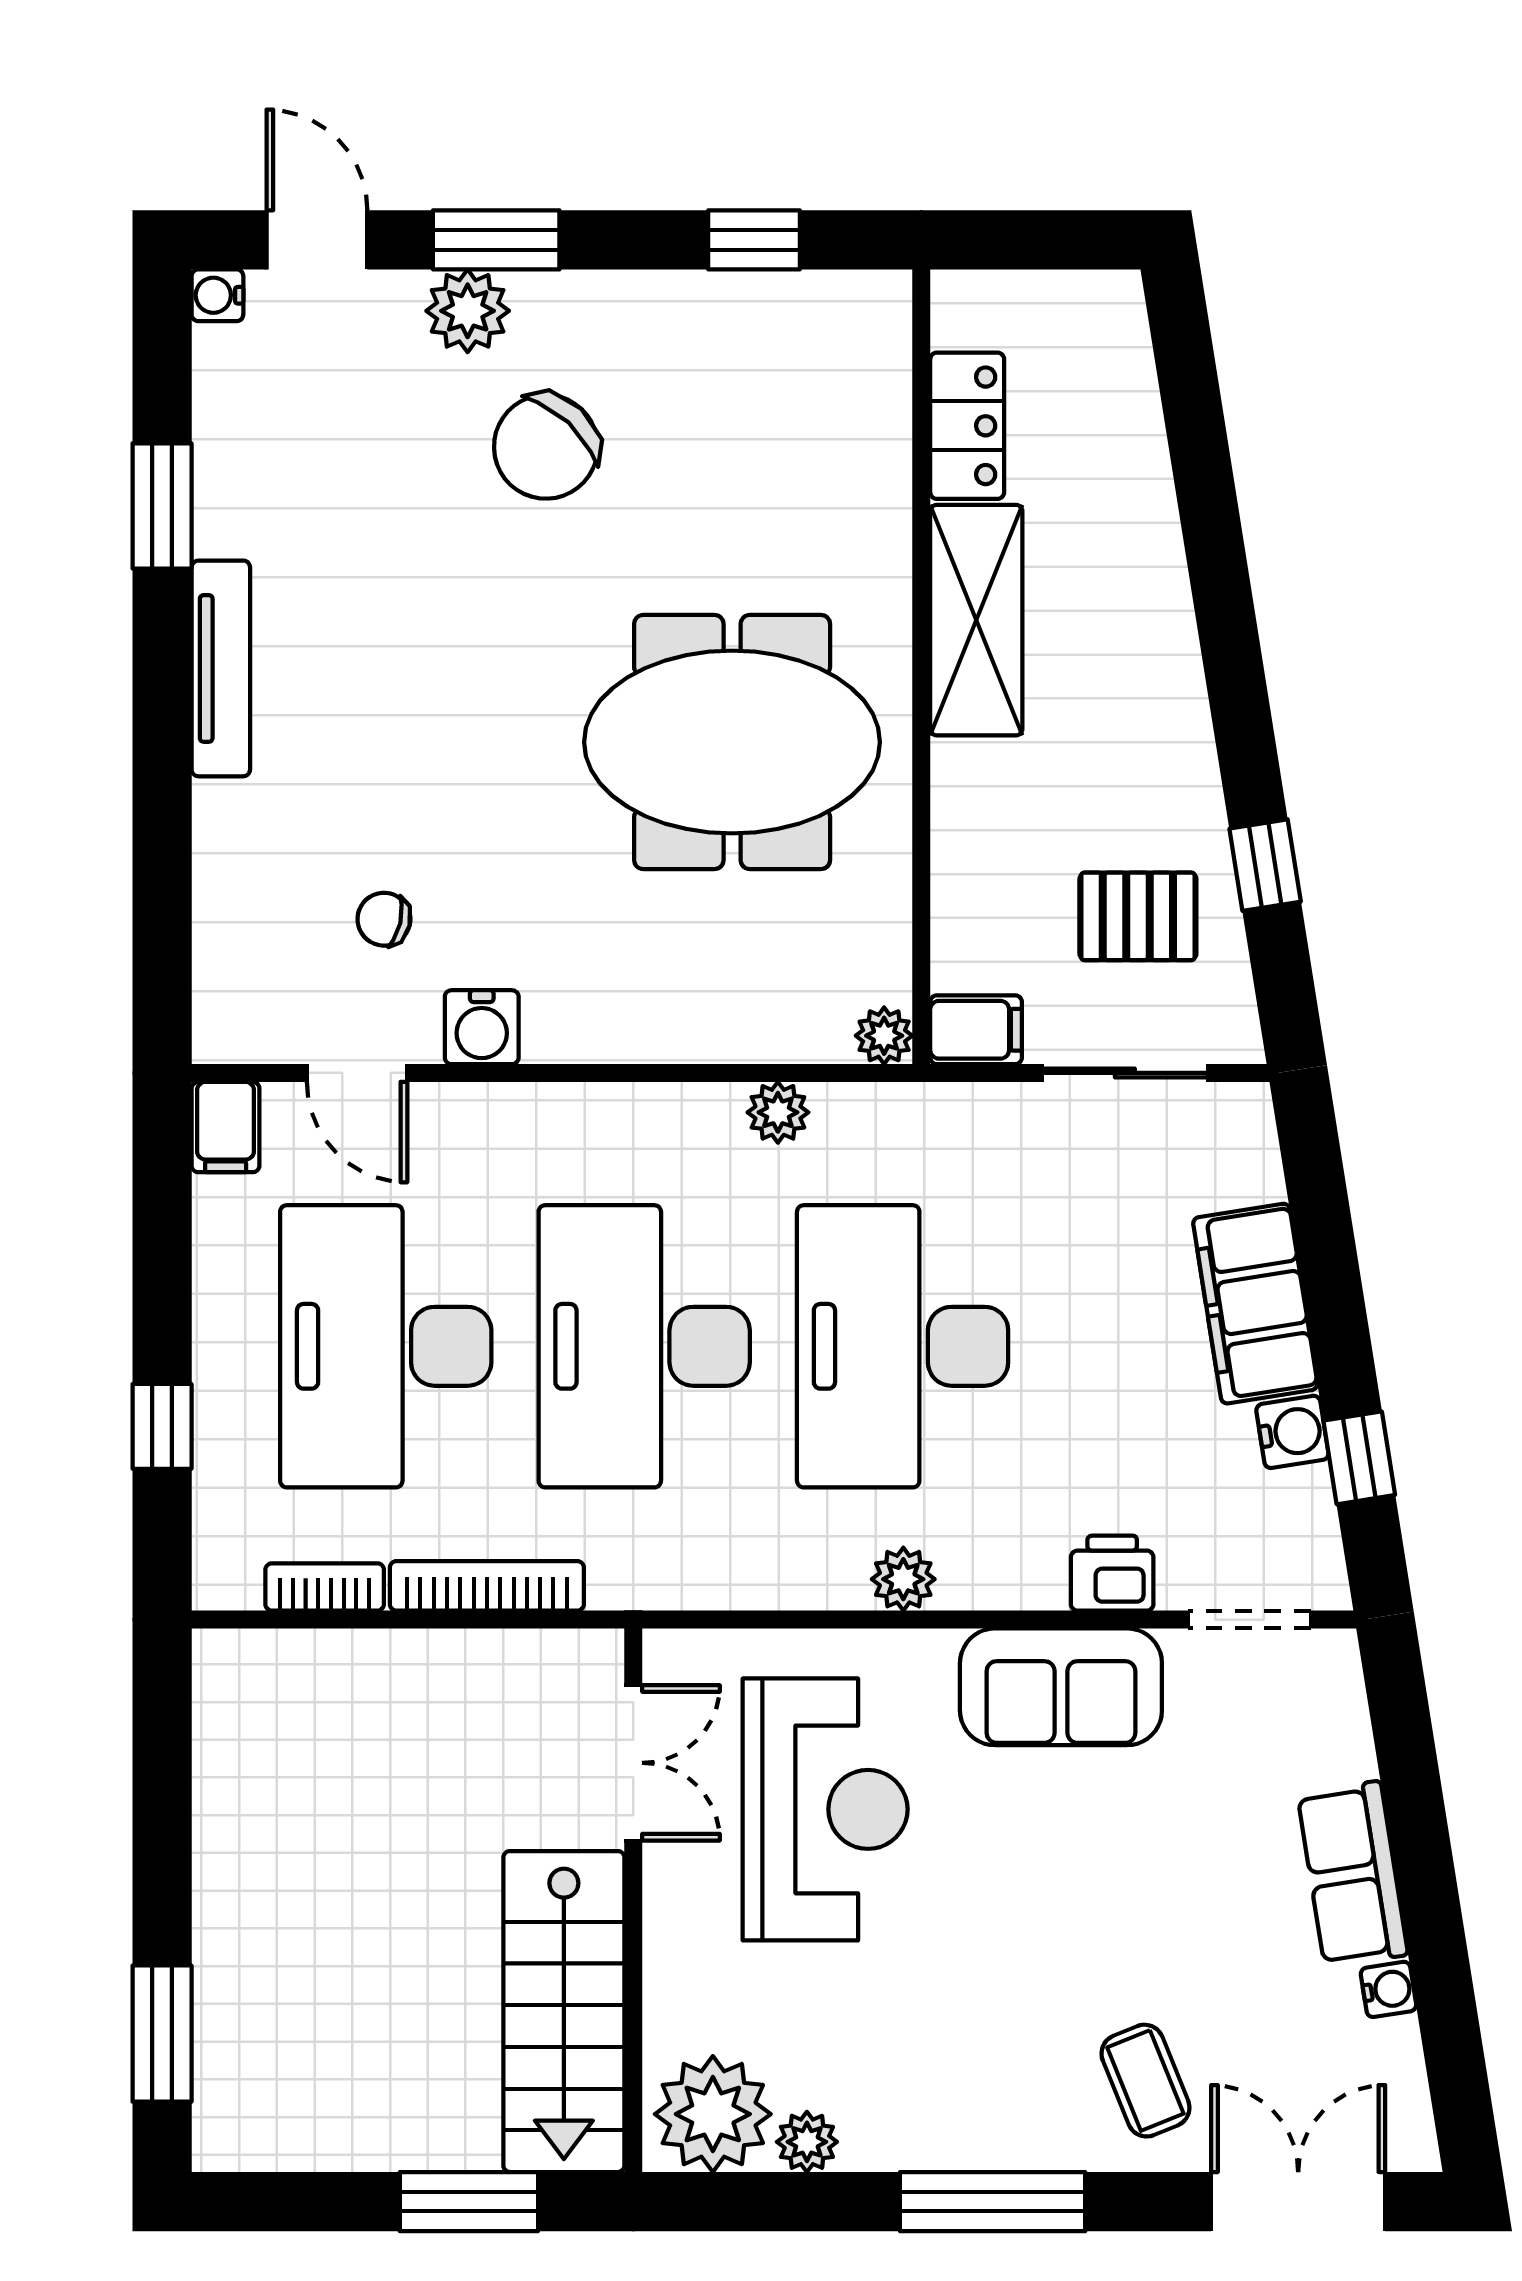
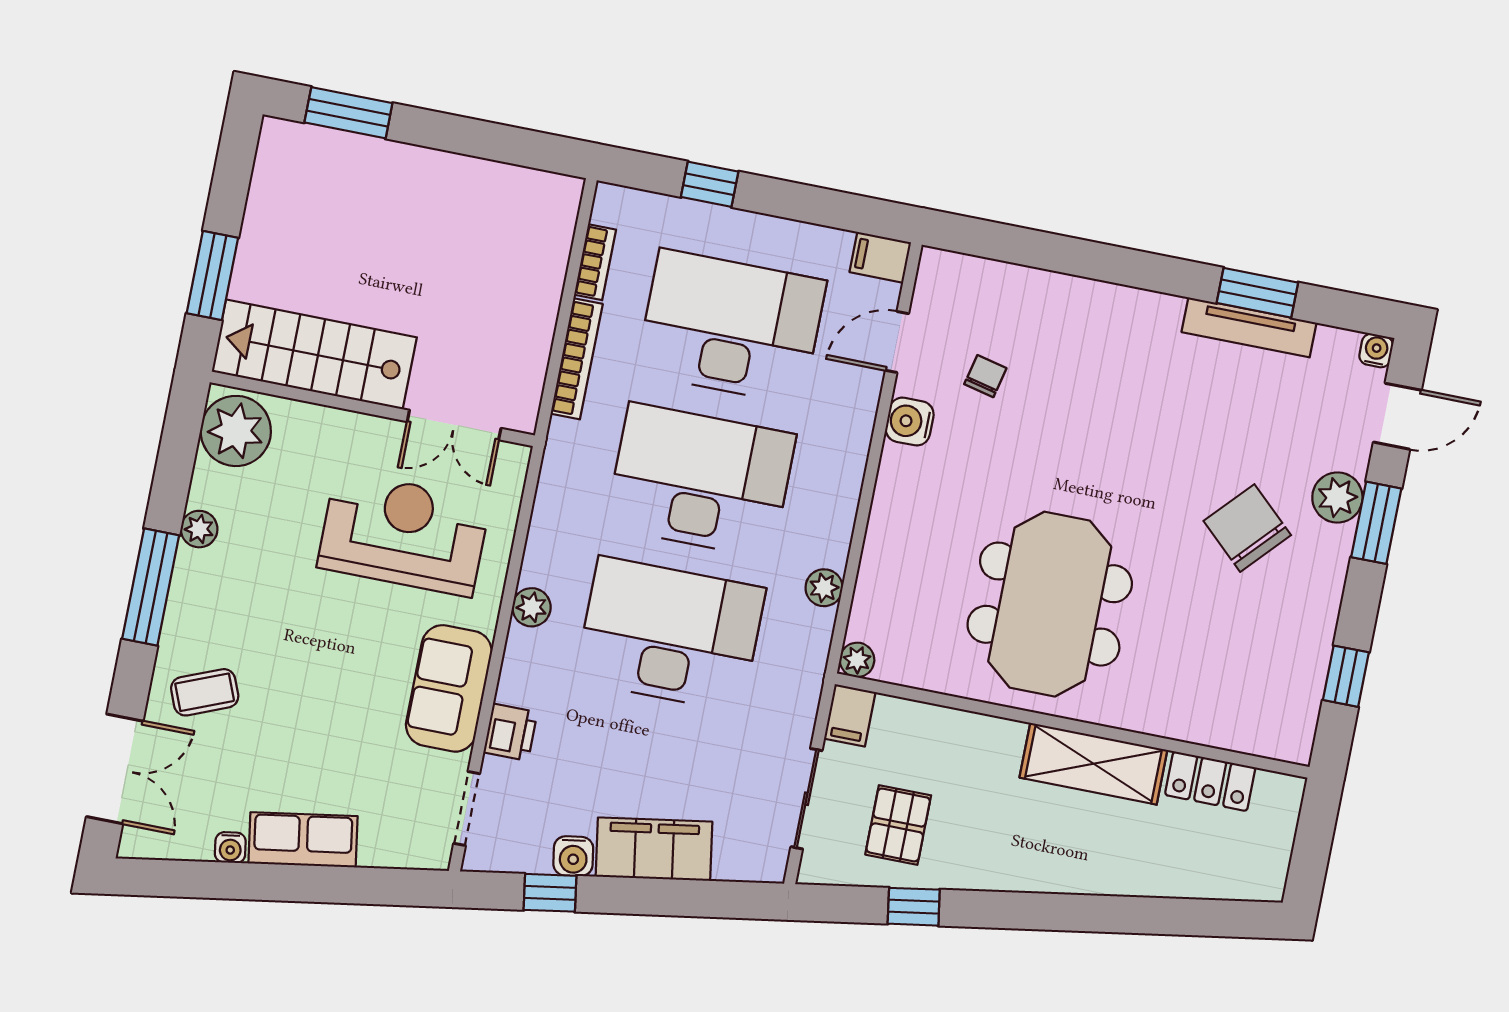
tv unit: (221, 668) -> (1249, 327), moved
reception desk: (825, 1809) -> (404, 534), turned 180
plant: (807, 2142) -> (199, 529), moved

